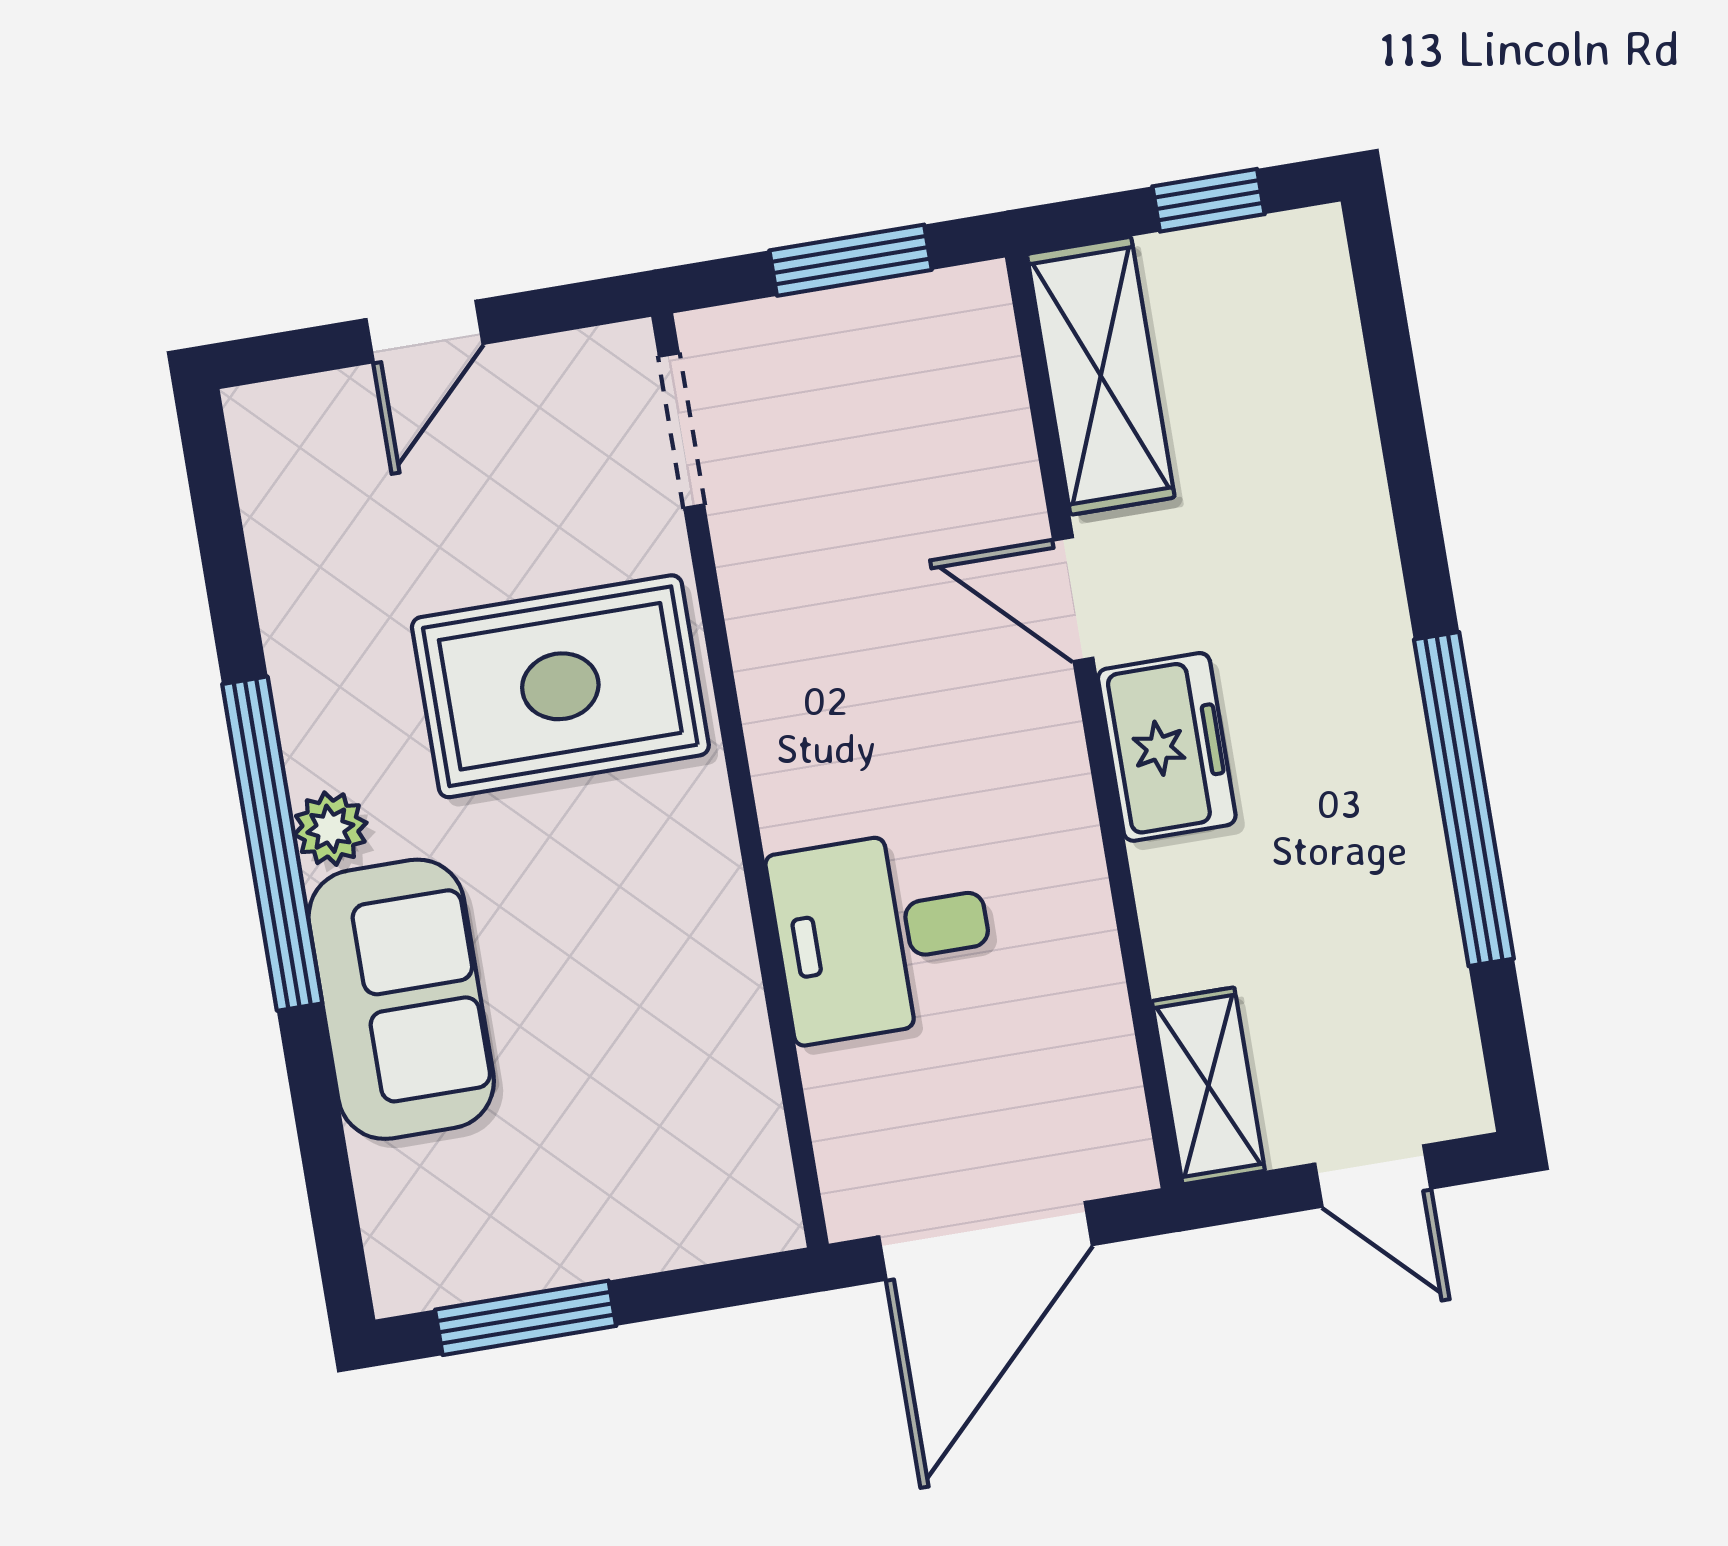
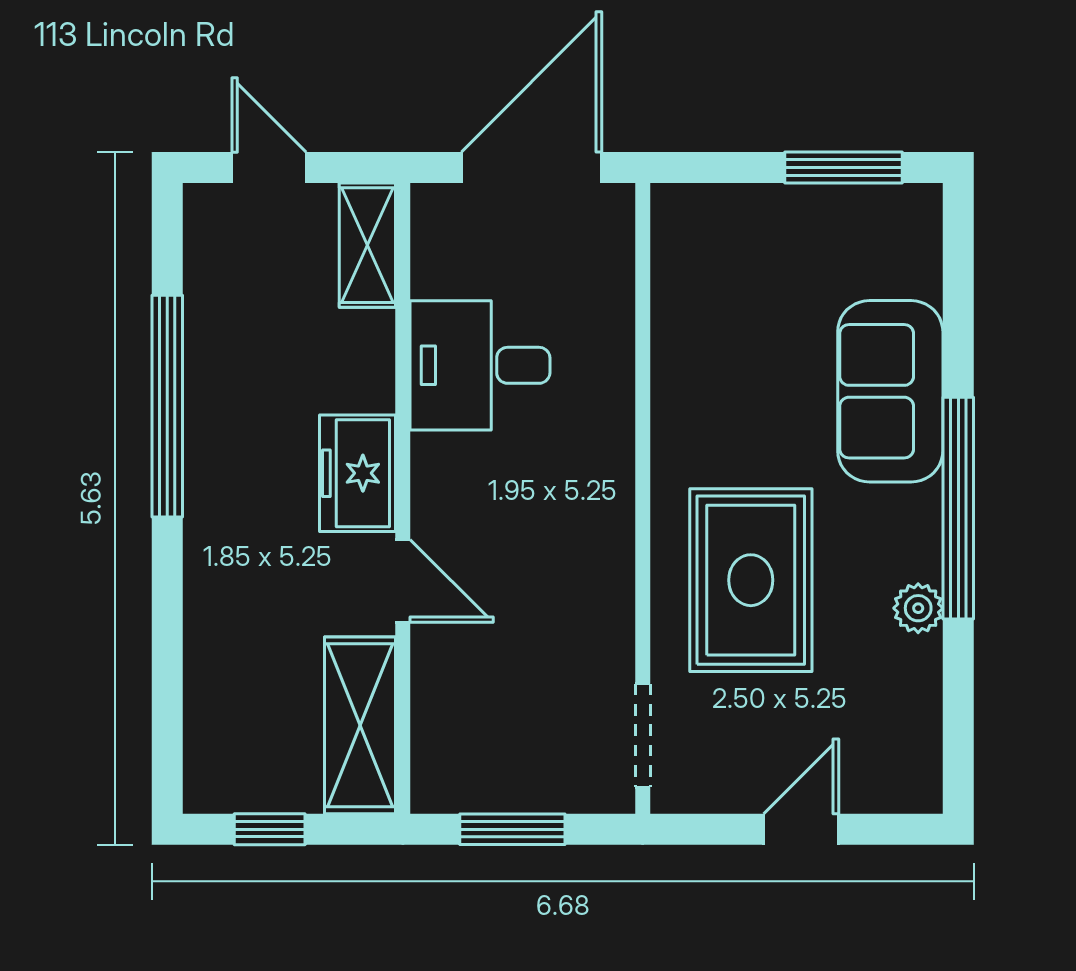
rug: (560, 686) -> (751, 580), turned 90
plant: (330, 829) -> (918, 608), moved
desk: (883, 934) -> (480, 365), moved, turned 180

